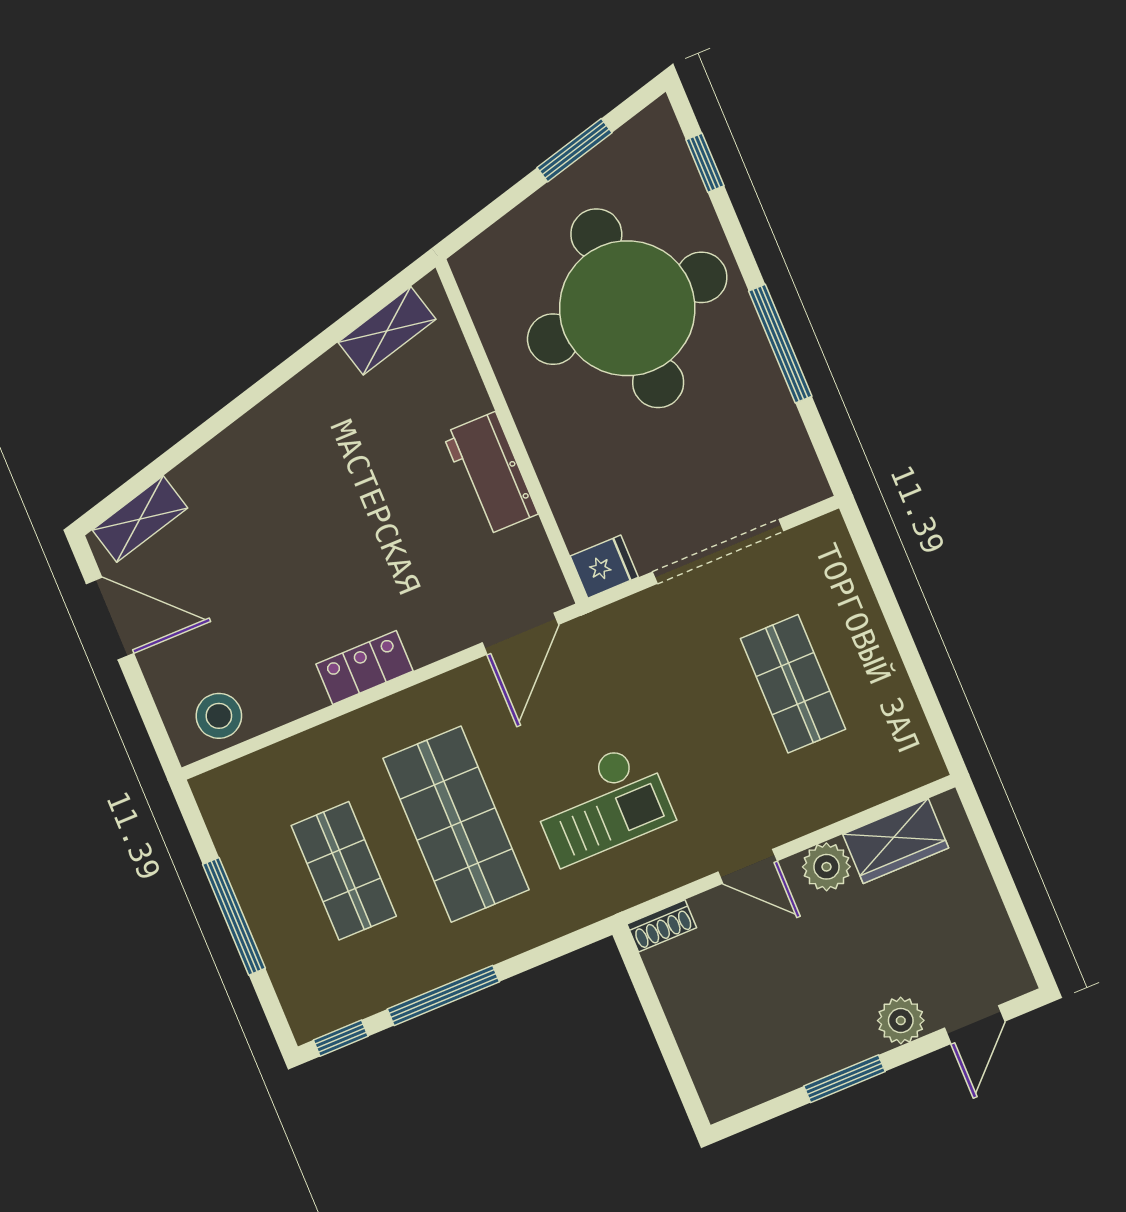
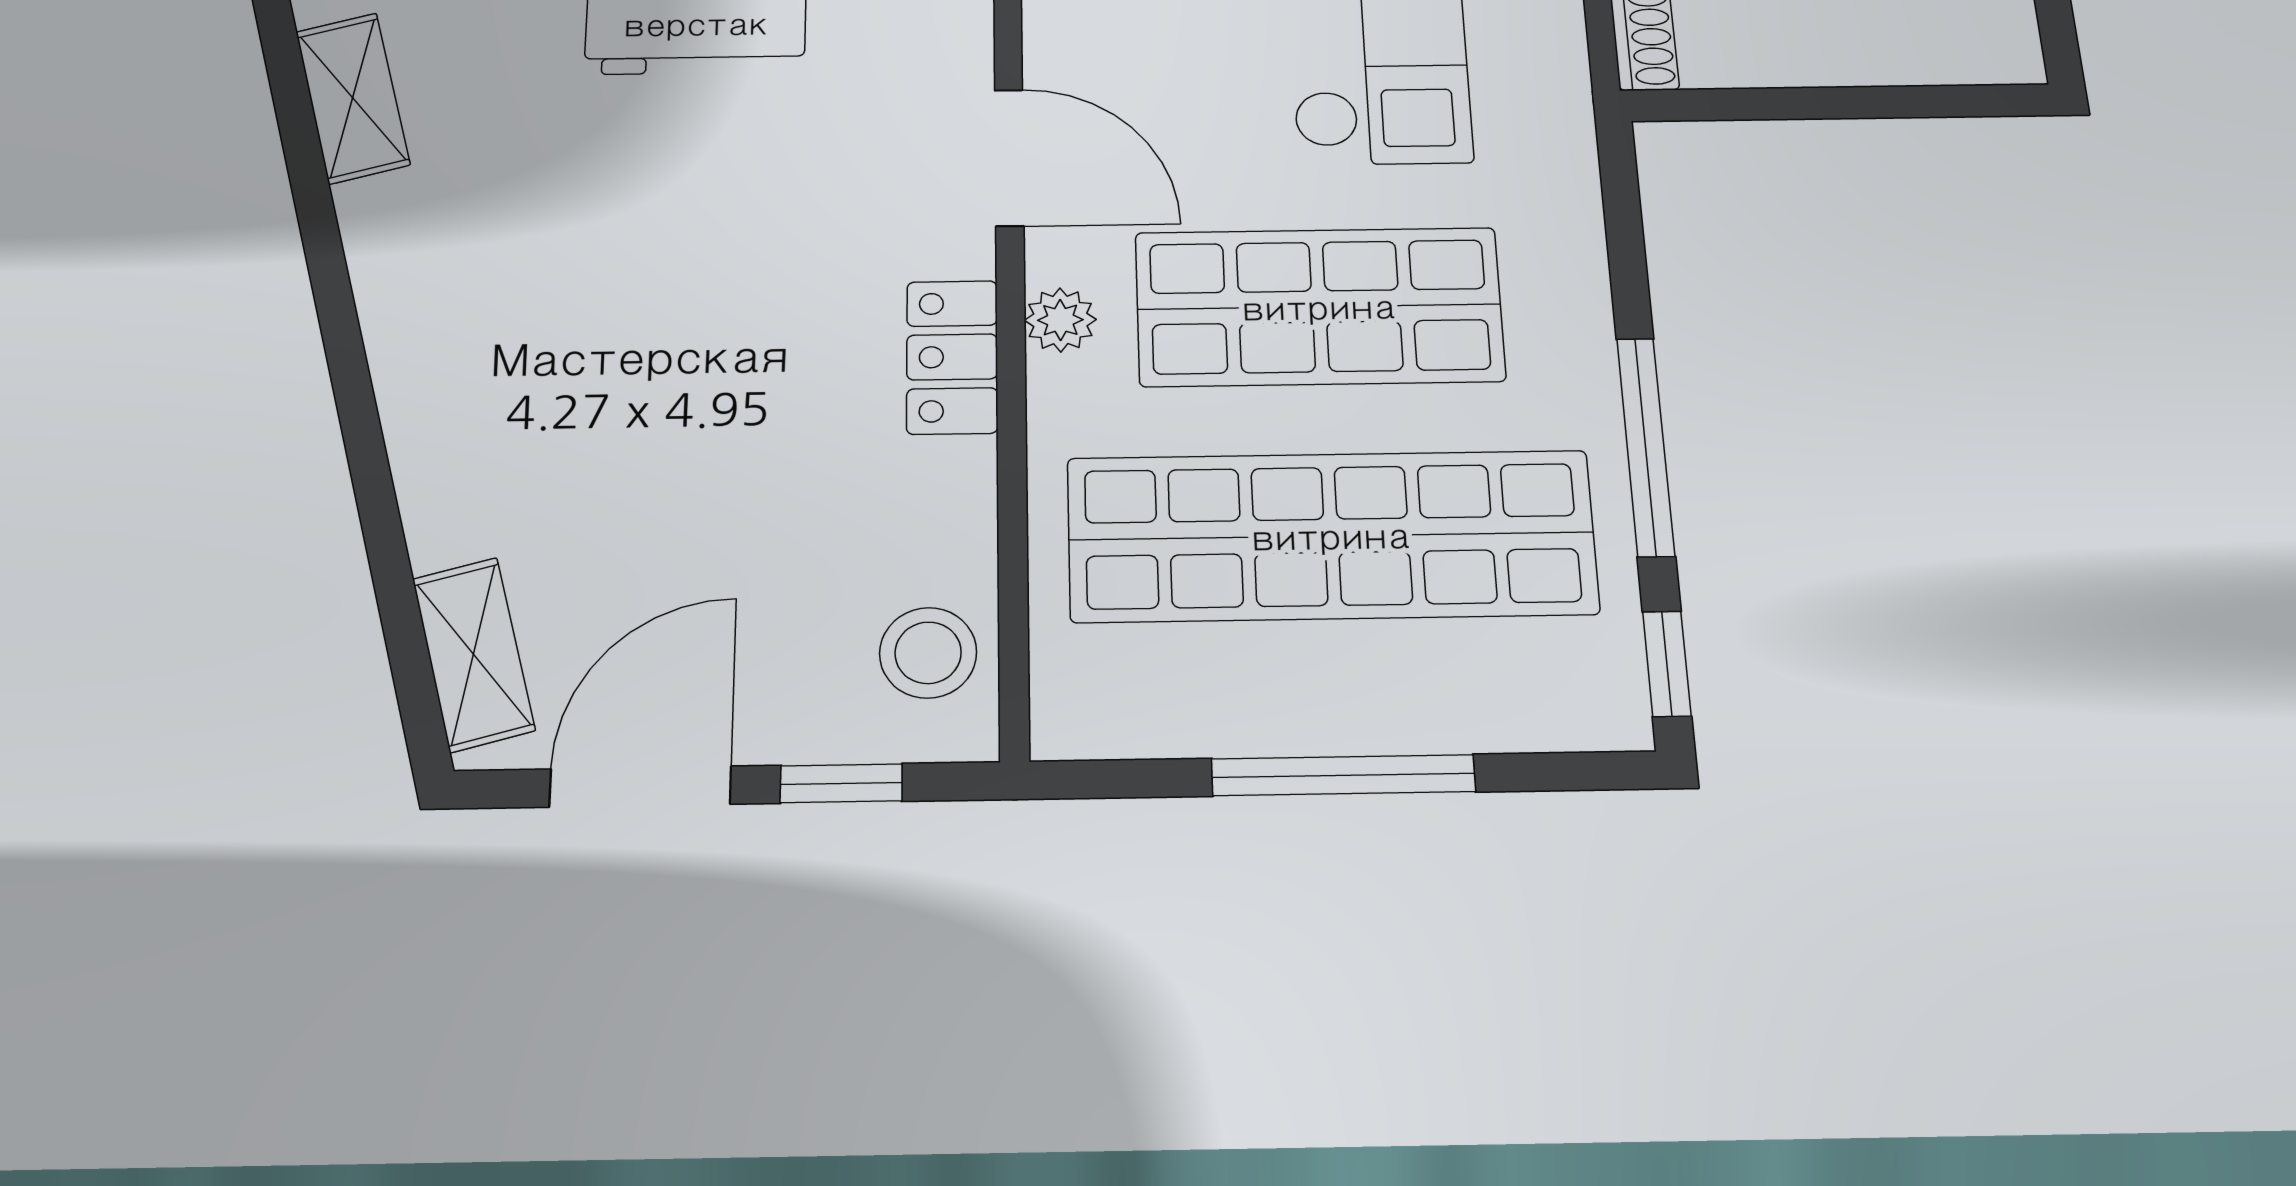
door: (520, 634) -> (1009, 158), moved
window: (145, 703) -> (841, 783), added
plant: (403, 709) -> (1060, 320), added
shop shelf: (344, 871) -> (1331, 536), width x2.00, depth x1.36

